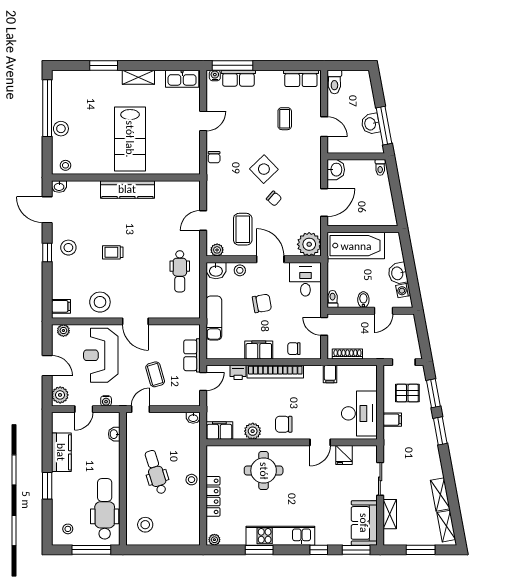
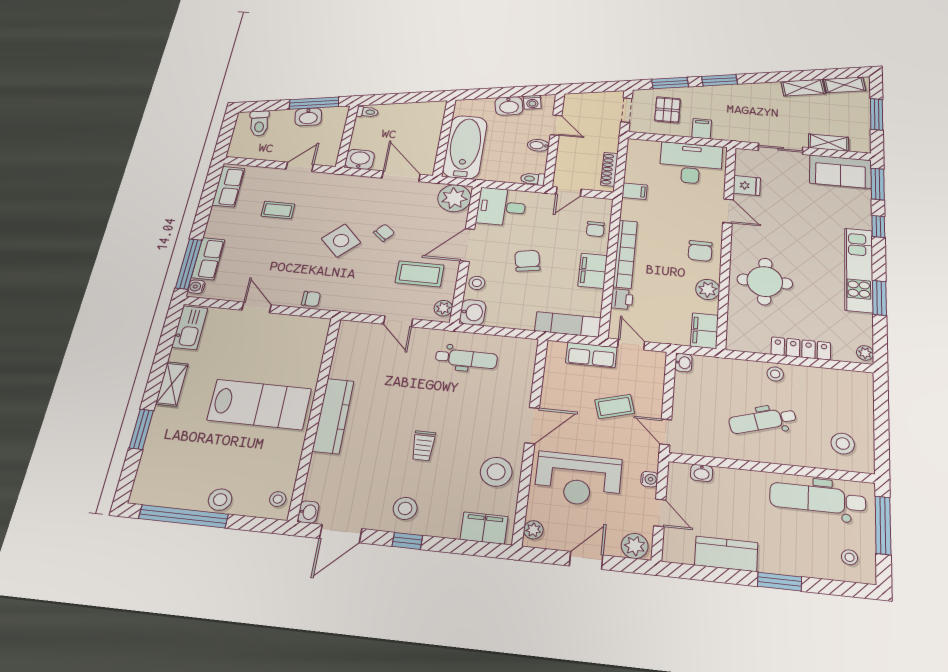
toilet: (334, 82) -> (259, 123), moved, turned 80
filing cabinet: (61, 306) -> (484, 528), width x2.00
exam couch: (214, 318) -> (568, 324), moved

